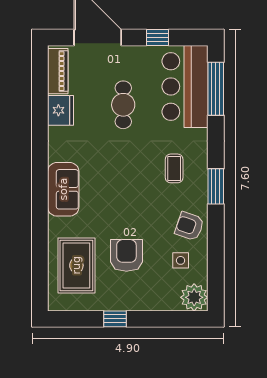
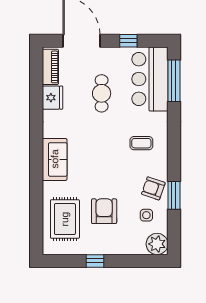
coffee table: (174, 168) -> (141, 143), turned 90
window: (216, 186) -> (174, 195), moved

